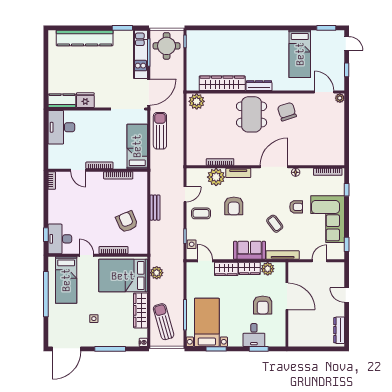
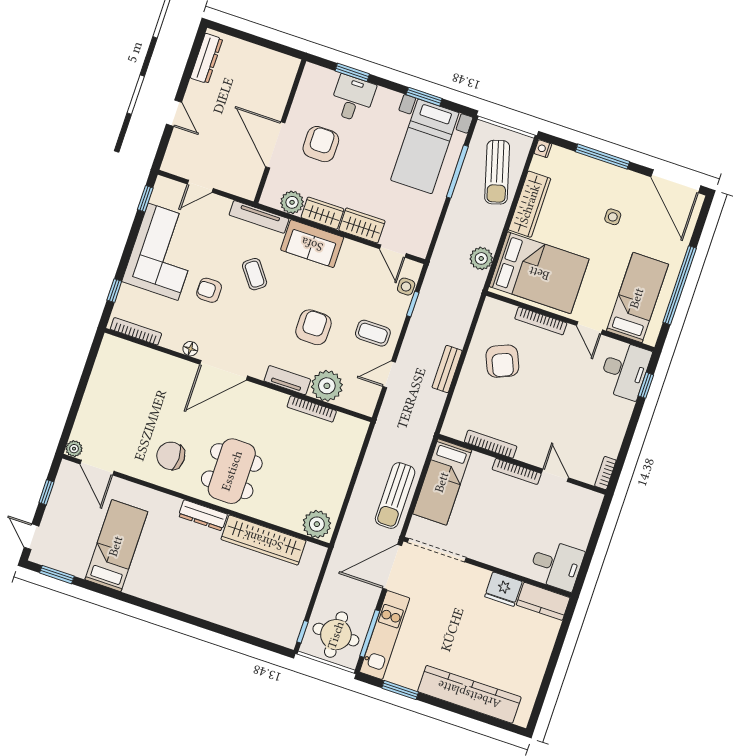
chair: (287, 112) -> (171, 456), turned 108
desk: (61, 127) -> (556, 565), width x0.73
door: (67, 349) -> (676, 181), swing flipped

